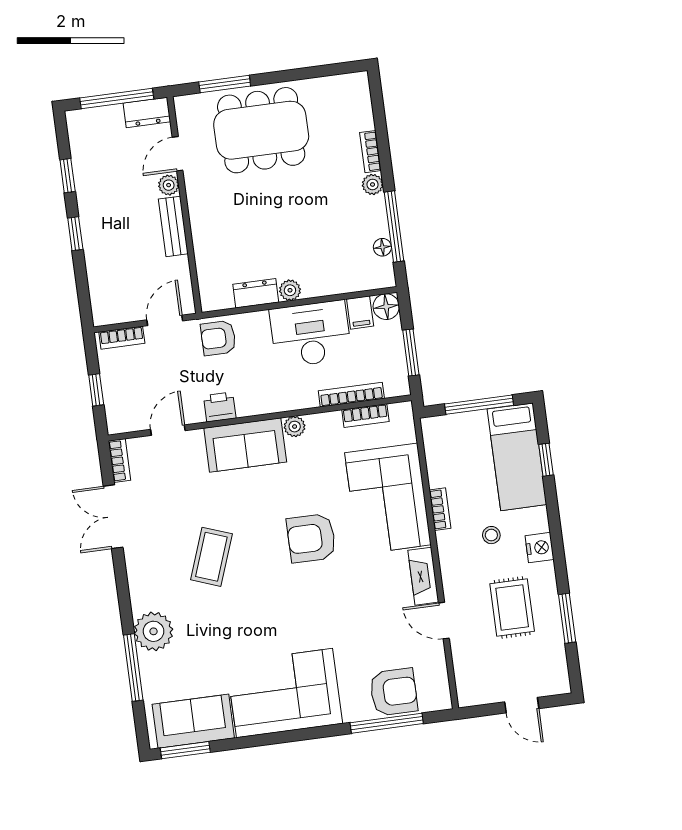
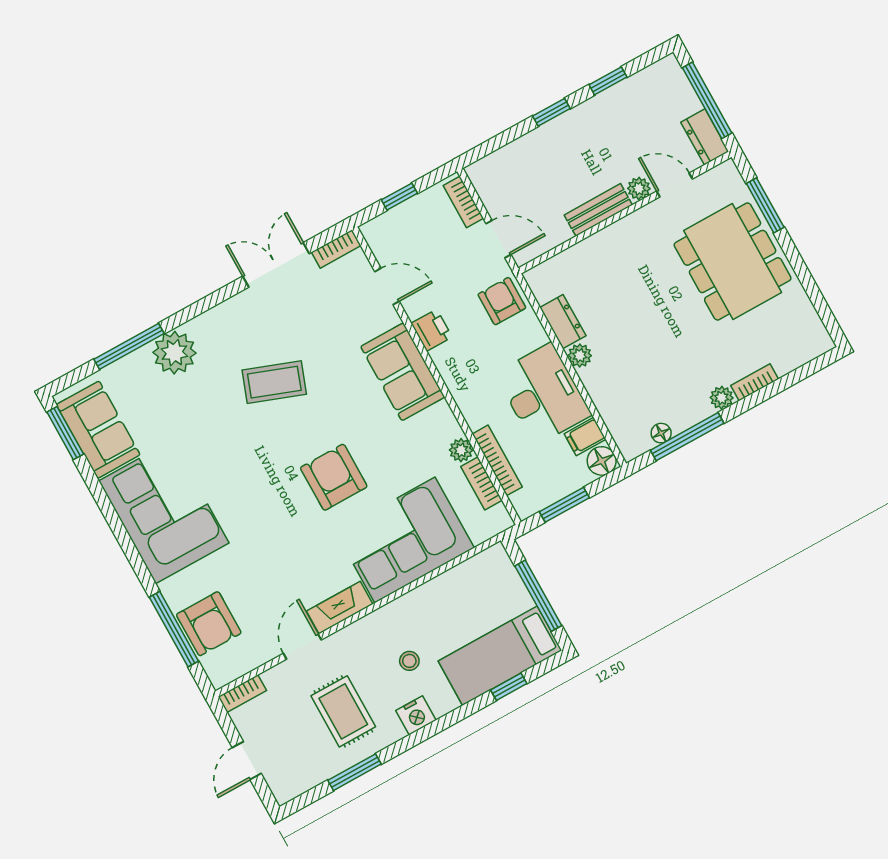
plant: (295, 427) -> (461, 450), moved
bookcase: (440, 509) -> (242, 694), moved
rug: (512, 608) -> (343, 711), turned 90

